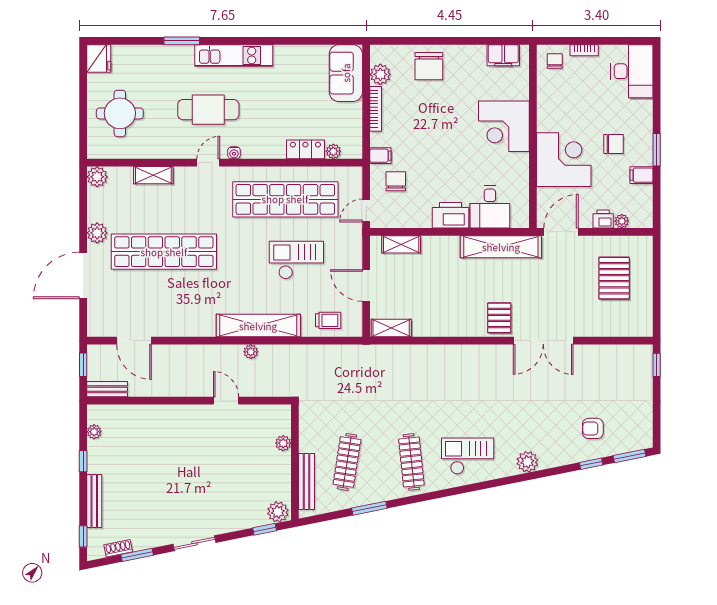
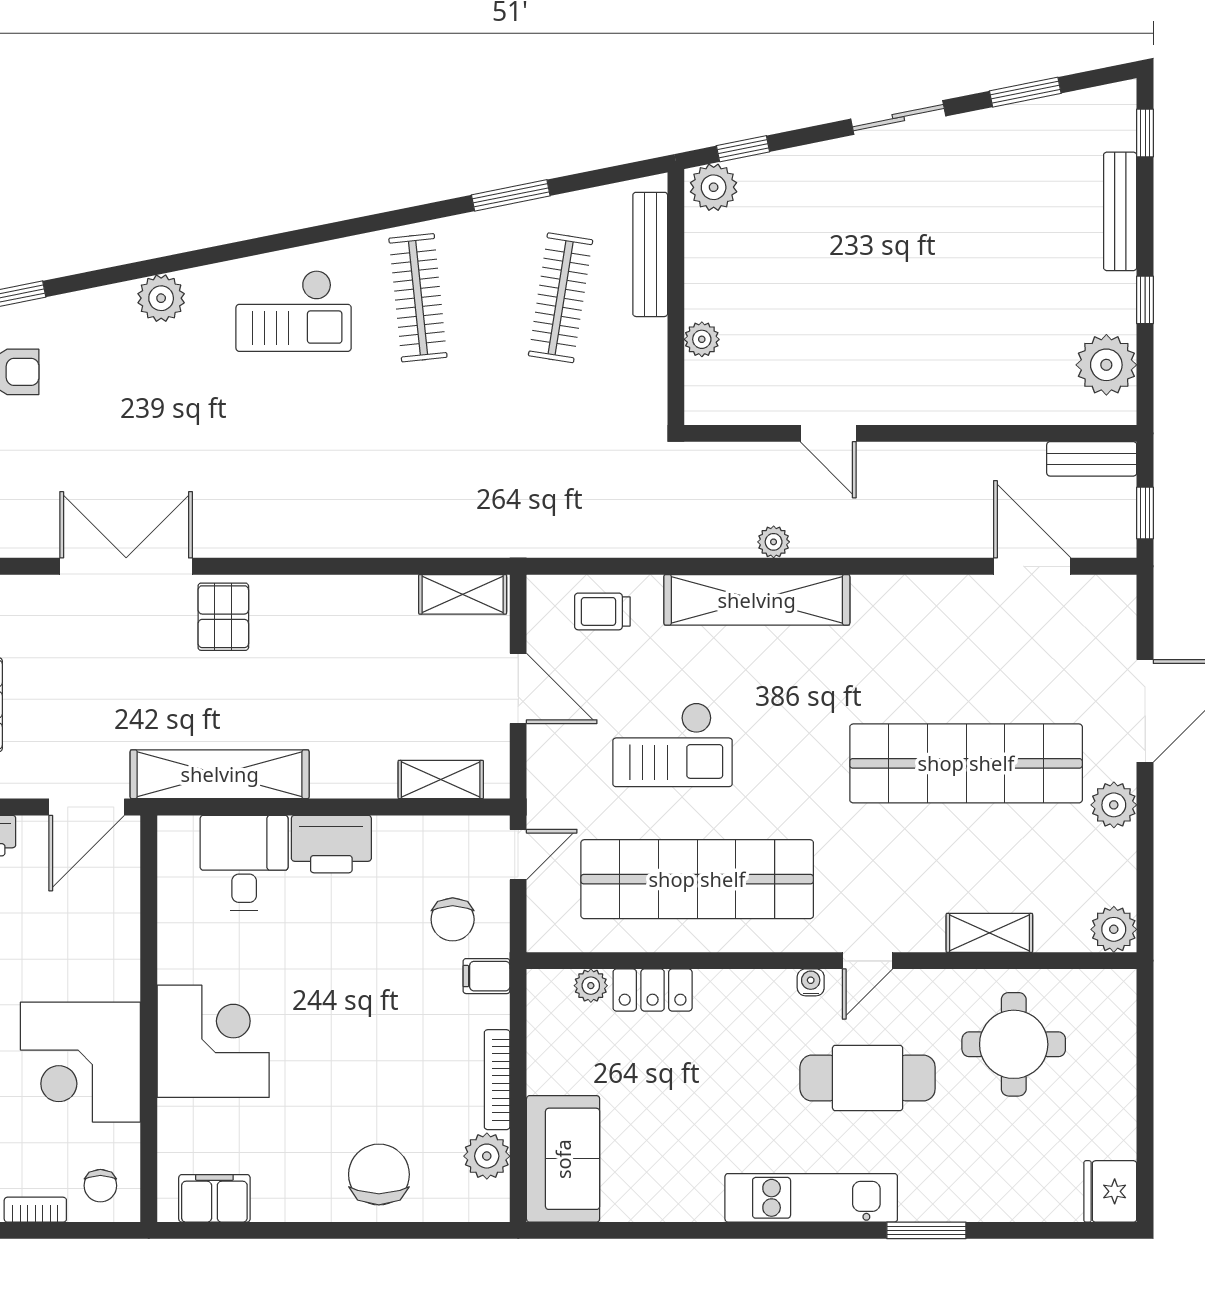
round table: (120, 113) -> (1014, 1044), moved
corner desk: (564, 160) -> (80, 1062), moved
plant: (94, 432) -> (1106, 365), width x1.88, depth x1.88
shoe rack: (118, 548) -> (1067, 107), removed

